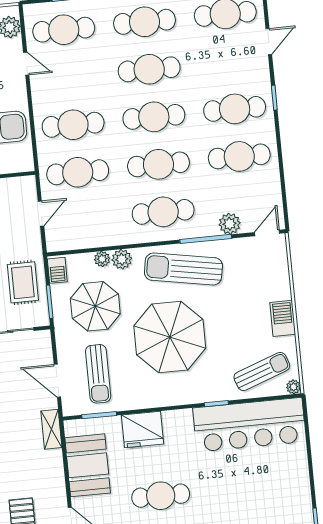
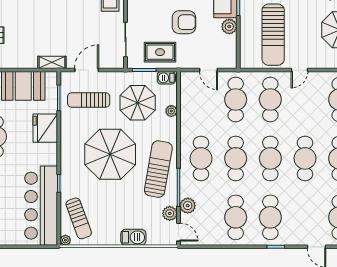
door: (26, 64) -> (299, 70), moved
plant: (122, 259) -> (170, 213), moved
barbecue: (283, 318) -> (133, 237), moved

